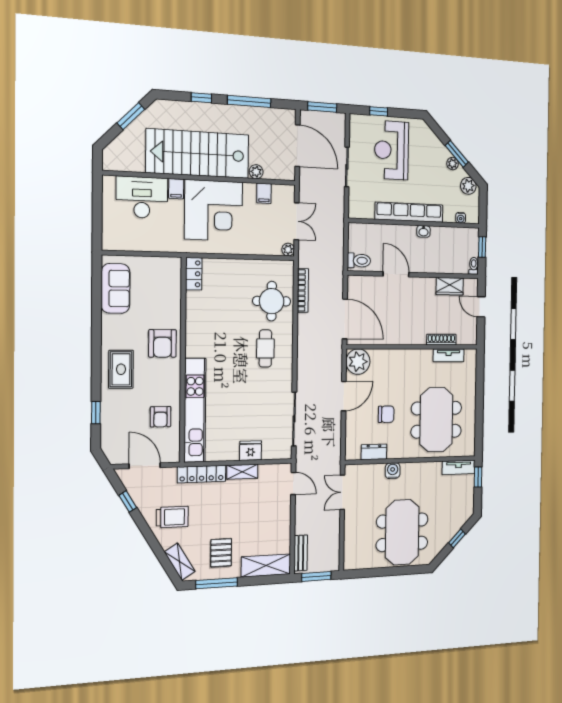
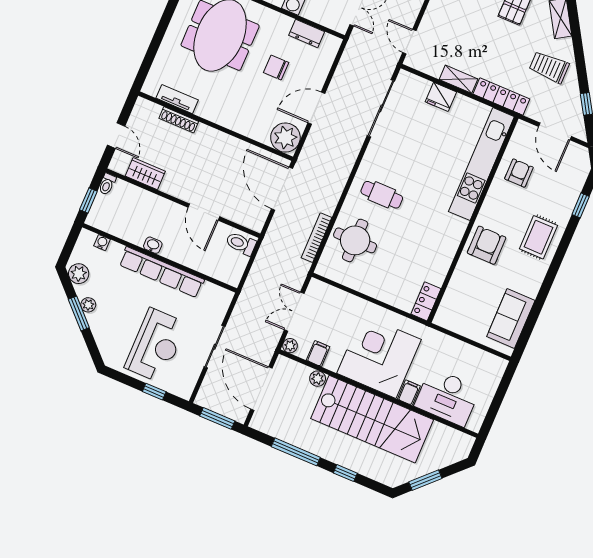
plant: (288, 250) -> (290, 346), moved
cafe table: (265, 348) -> (382, 195), turned 90

